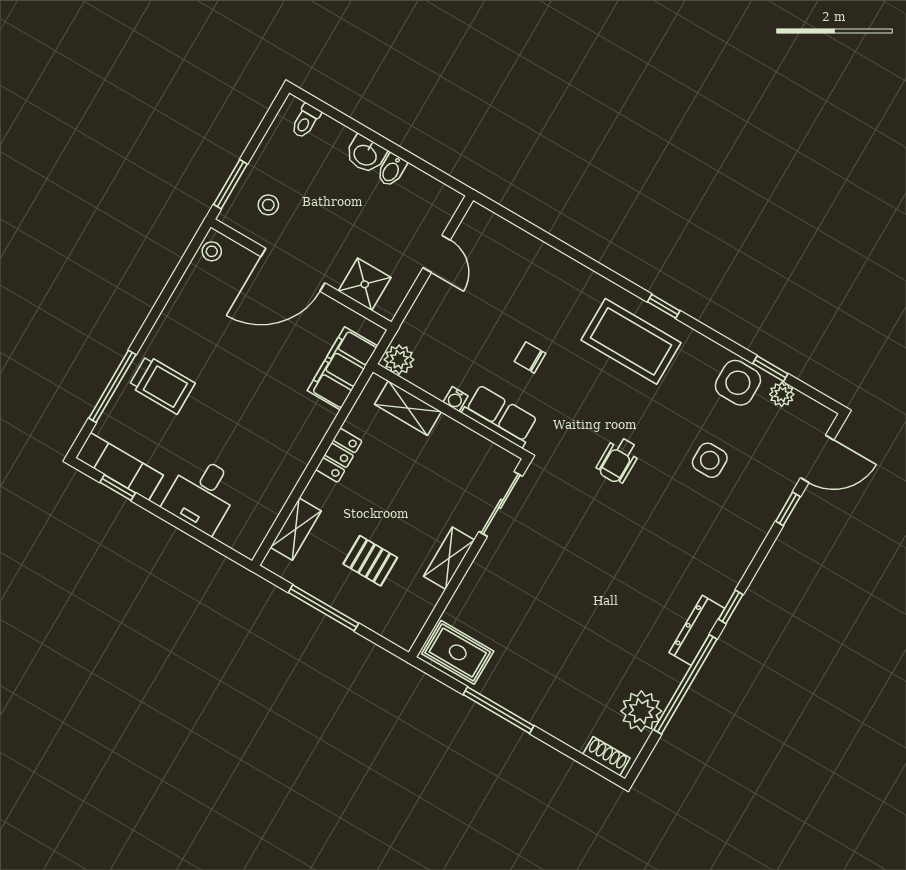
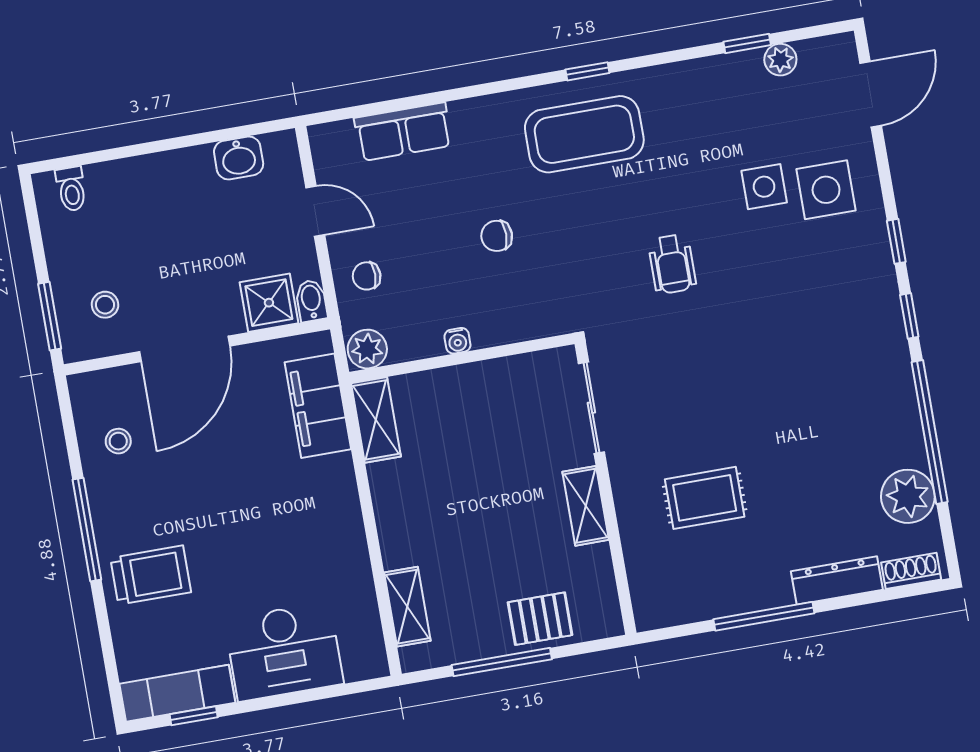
washbasin: (366, 154) -> (239, 158), moved
bidet: (392, 170) -> (311, 301), moved, turned 180
stool: (212, 251) -> (118, 441), moved
chair: (435, 317) -> (367, 276), added
side table: (738, 383) -> (826, 190), moved
window: (112, 386) -> (87, 530), moved
shelving: (408, 408) -> (376, 420), moved, turned 90
row of seats: (500, 416) -> (403, 132), moved, turned 180
locker: (339, 455) -> (388, 496), removed
desk: (202, 495) -> (284, 651), width x1.37
window: (788, 509) -> (896, 241), moved
pallet: (370, 561) -> (540, 619), moved
dresser: (697, 630) -> (837, 580), moved, turned 90
rug: (458, 652) -> (705, 498), moved

